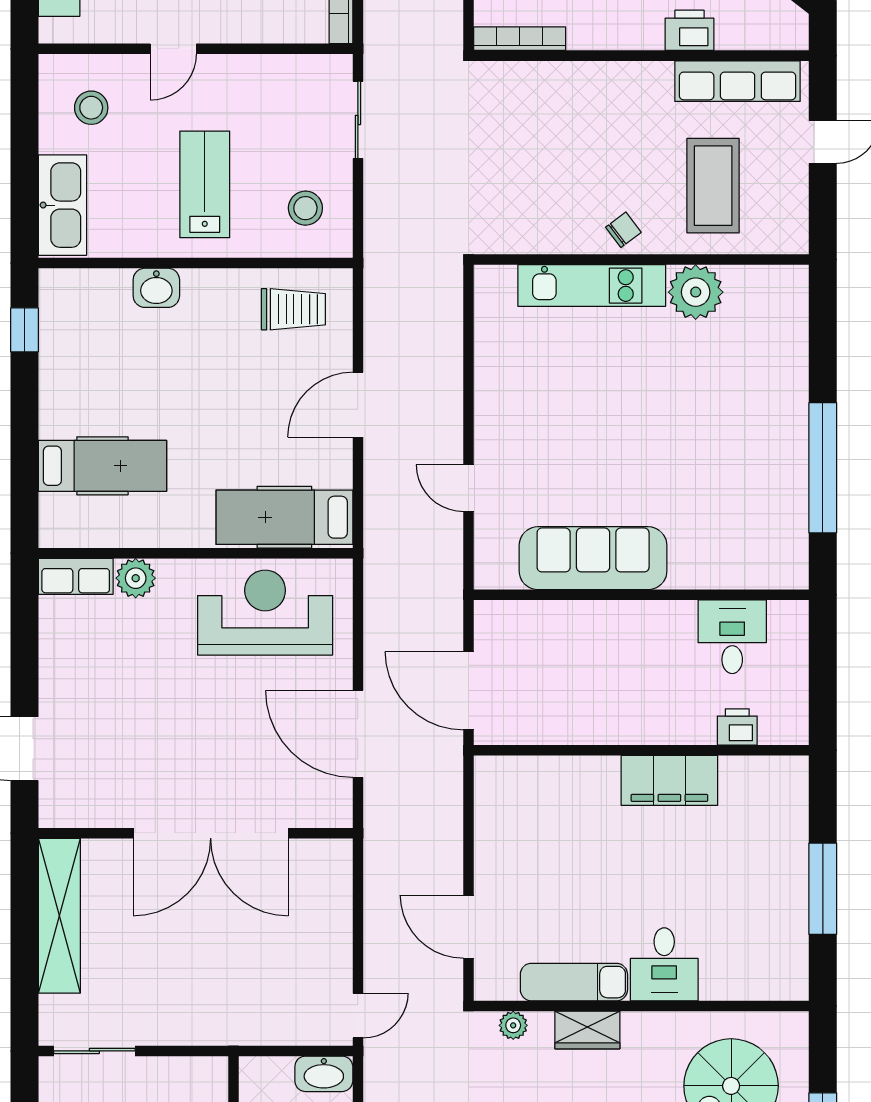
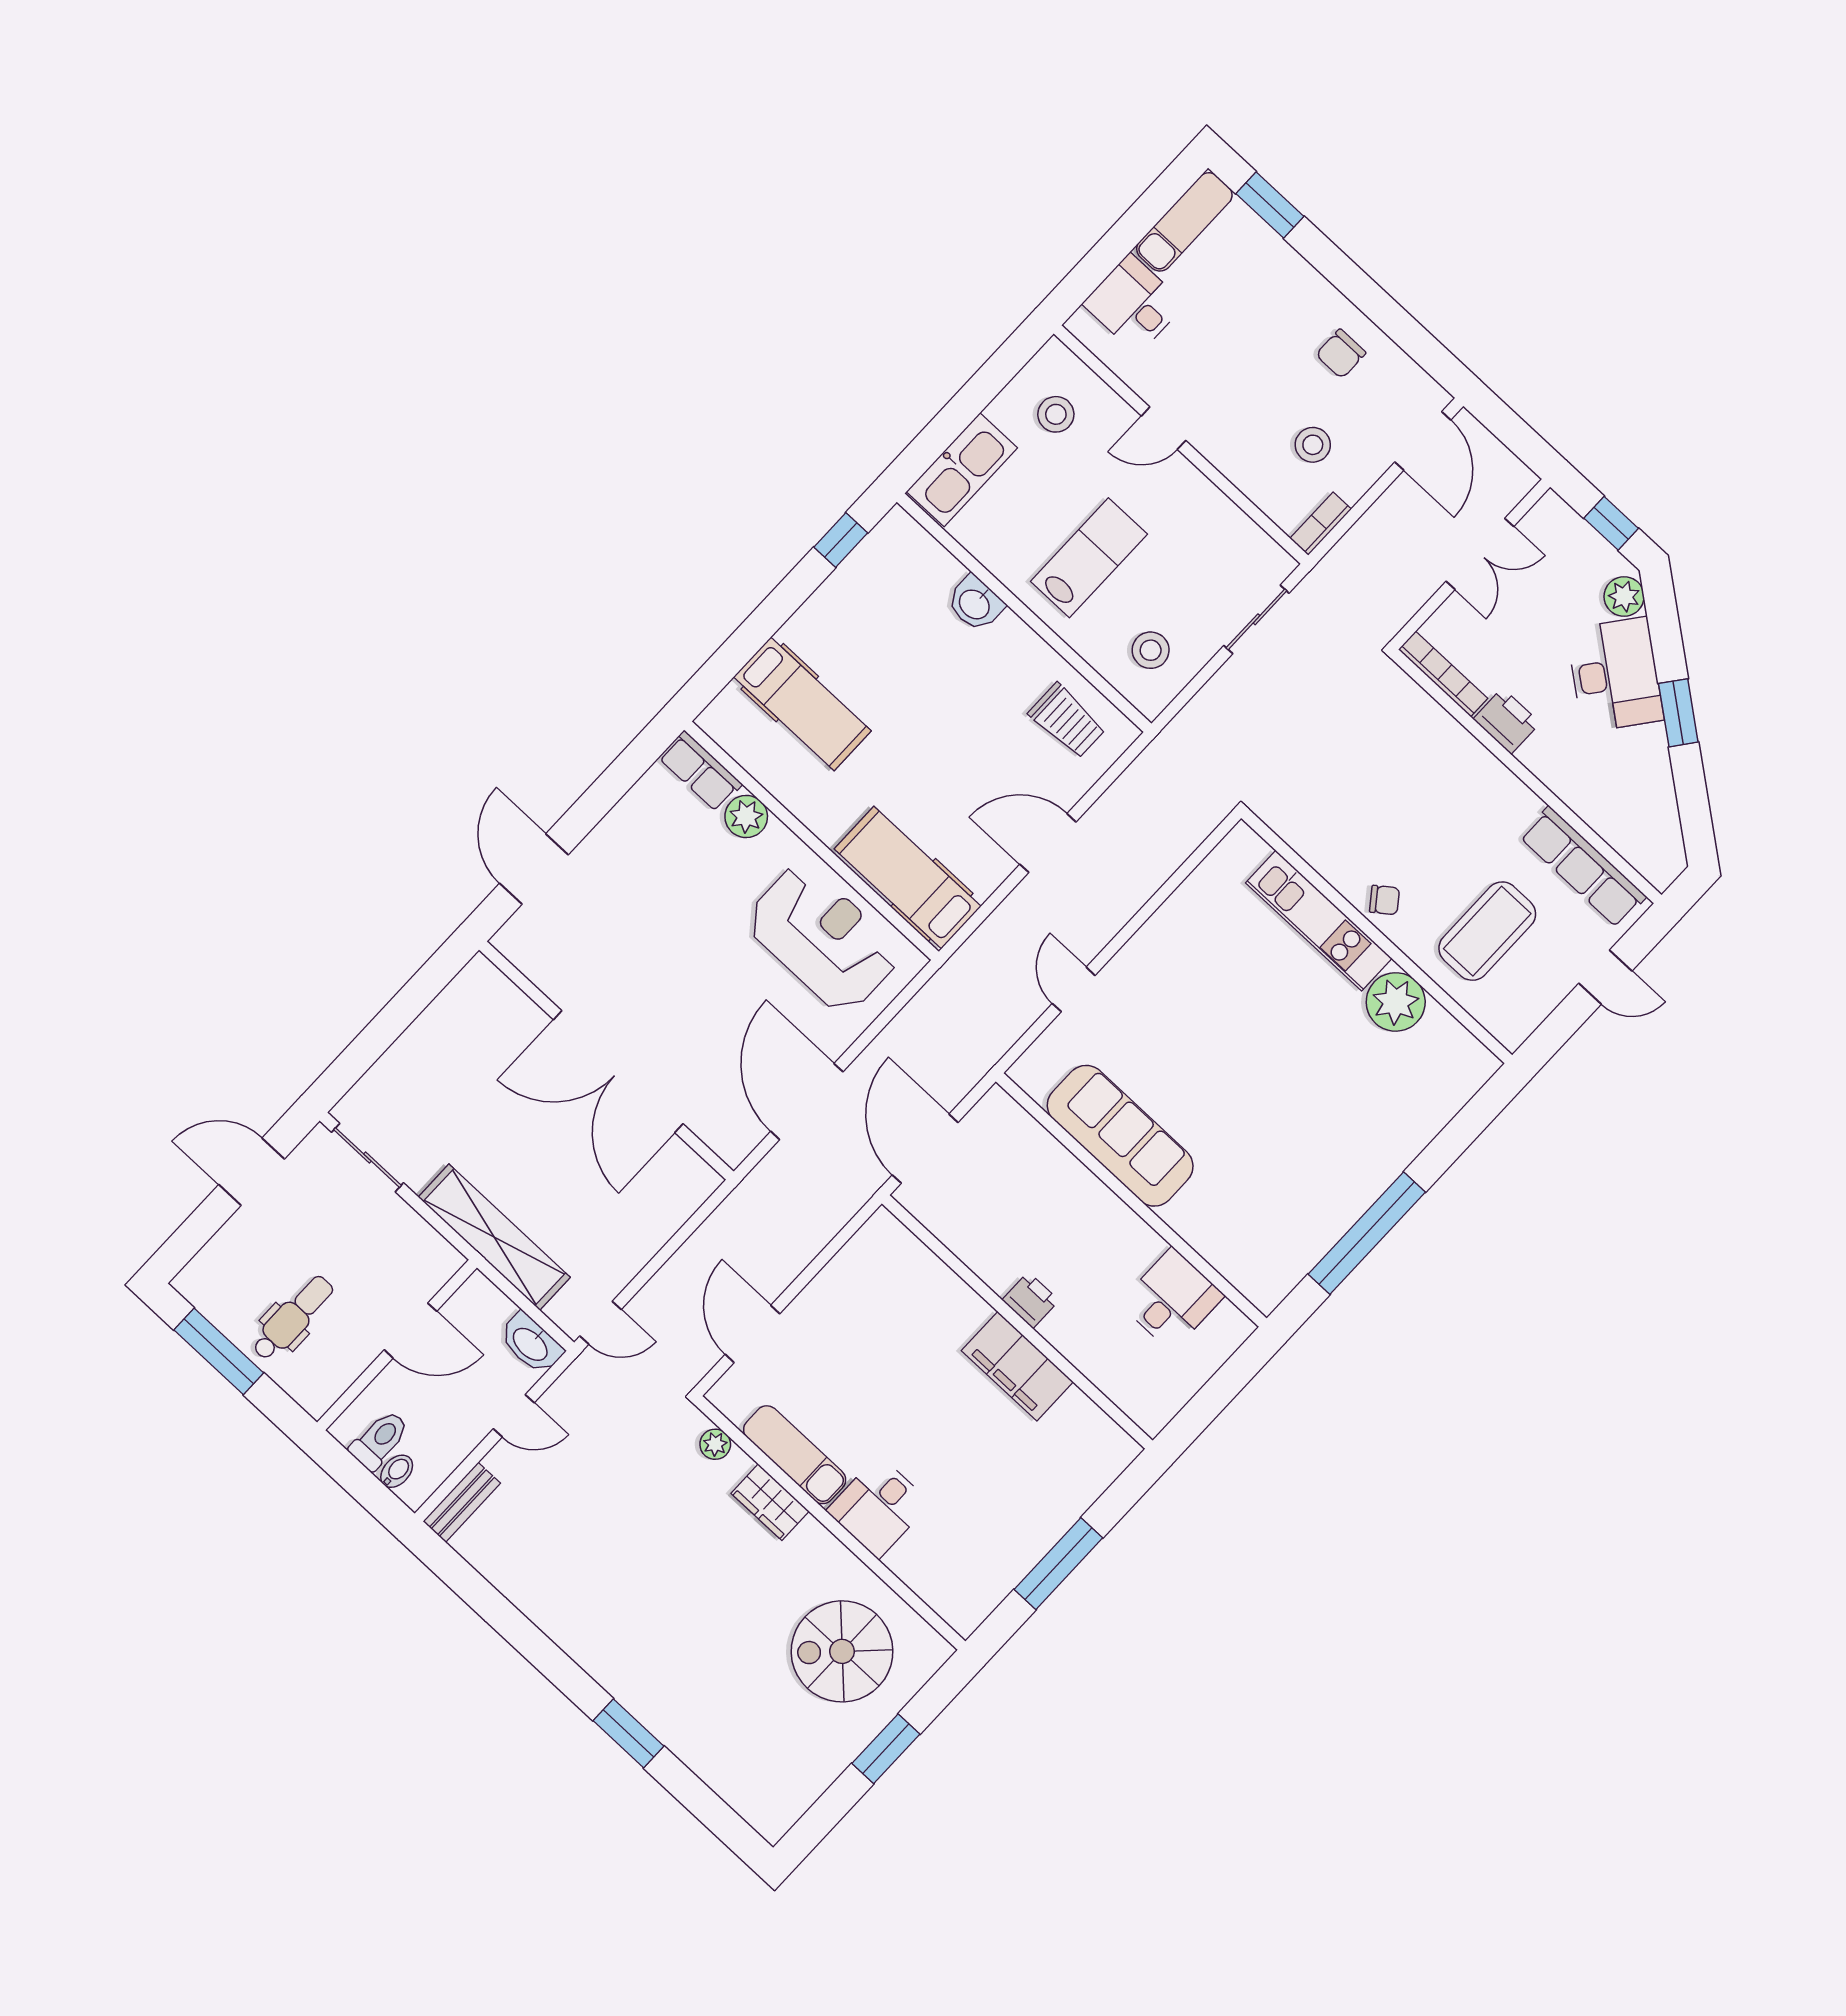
printer: (689, 30) -> (1507, 721), moved
printer: (737, 727) -> (1031, 1300), moved
shelving: (59, 916) -> (494, 1237), moved, turned 90

